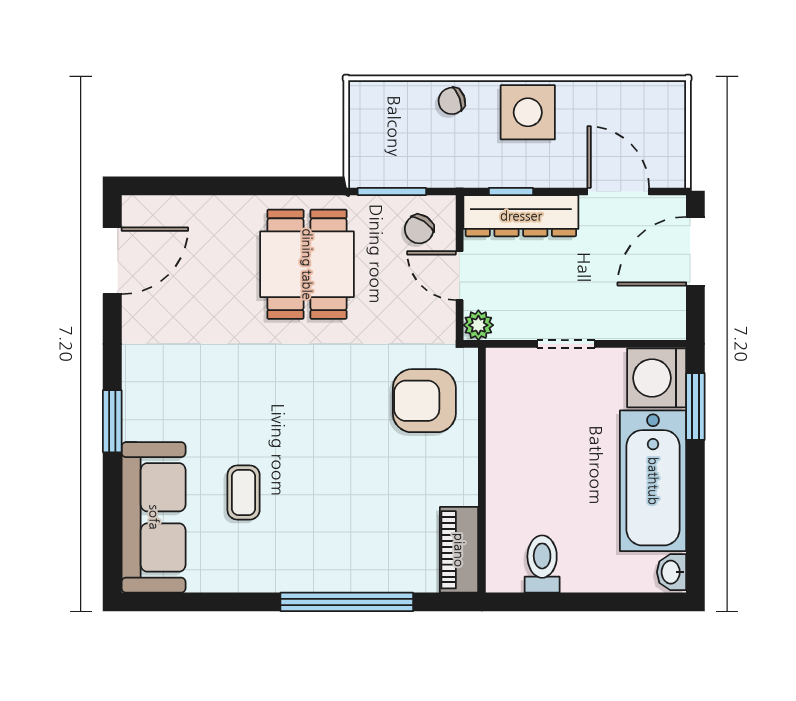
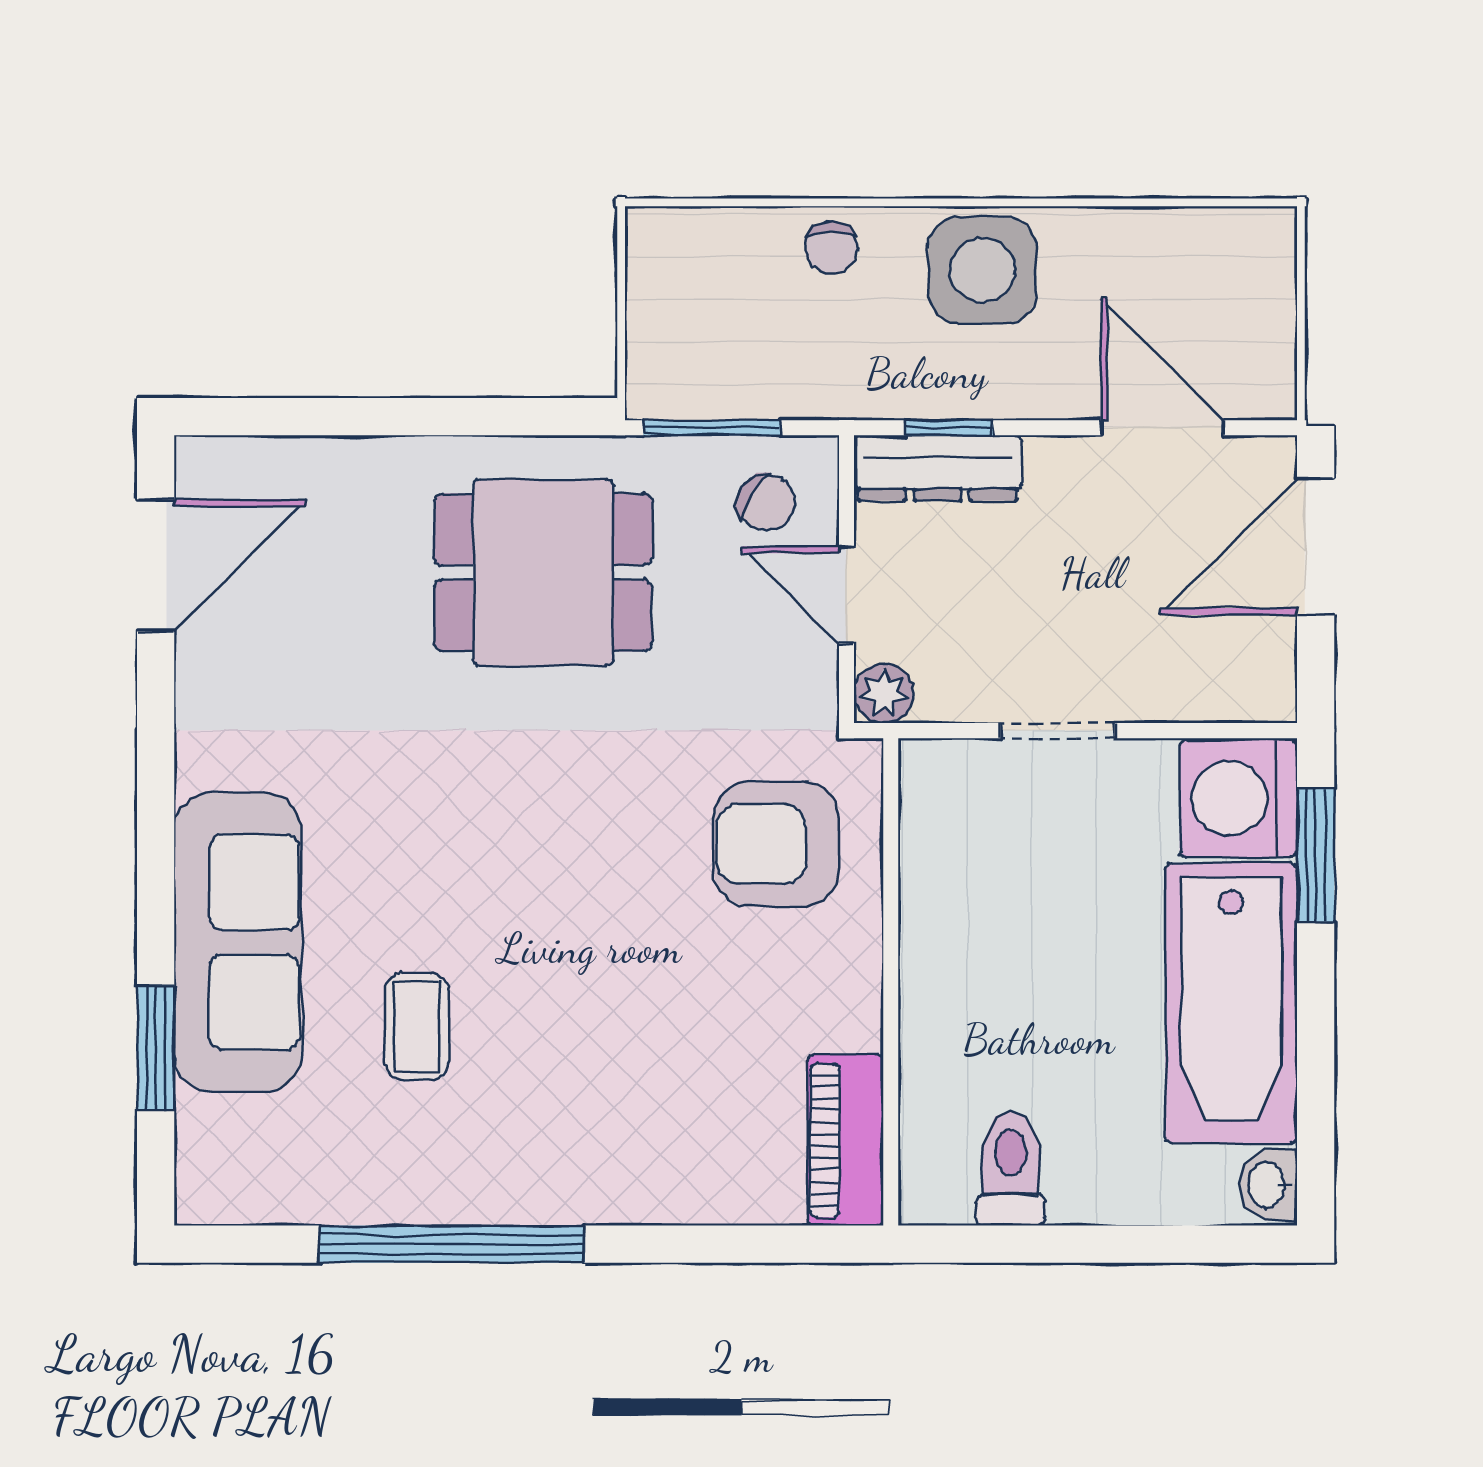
chair: (452, 101) -> (831, 247), turned -70
dresser: (521, 216) -> (938, 468), width x0.73, depth x0.80
chair: (419, 229) -> (766, 502), turned -92
dining table: (307, 264) -> (543, 572), turned 90
window: (112, 421) -> (156, 1048), moved
sofa: (154, 517) -> (238, 942), moved
window: (347, 602) -> (452, 1244), moved

